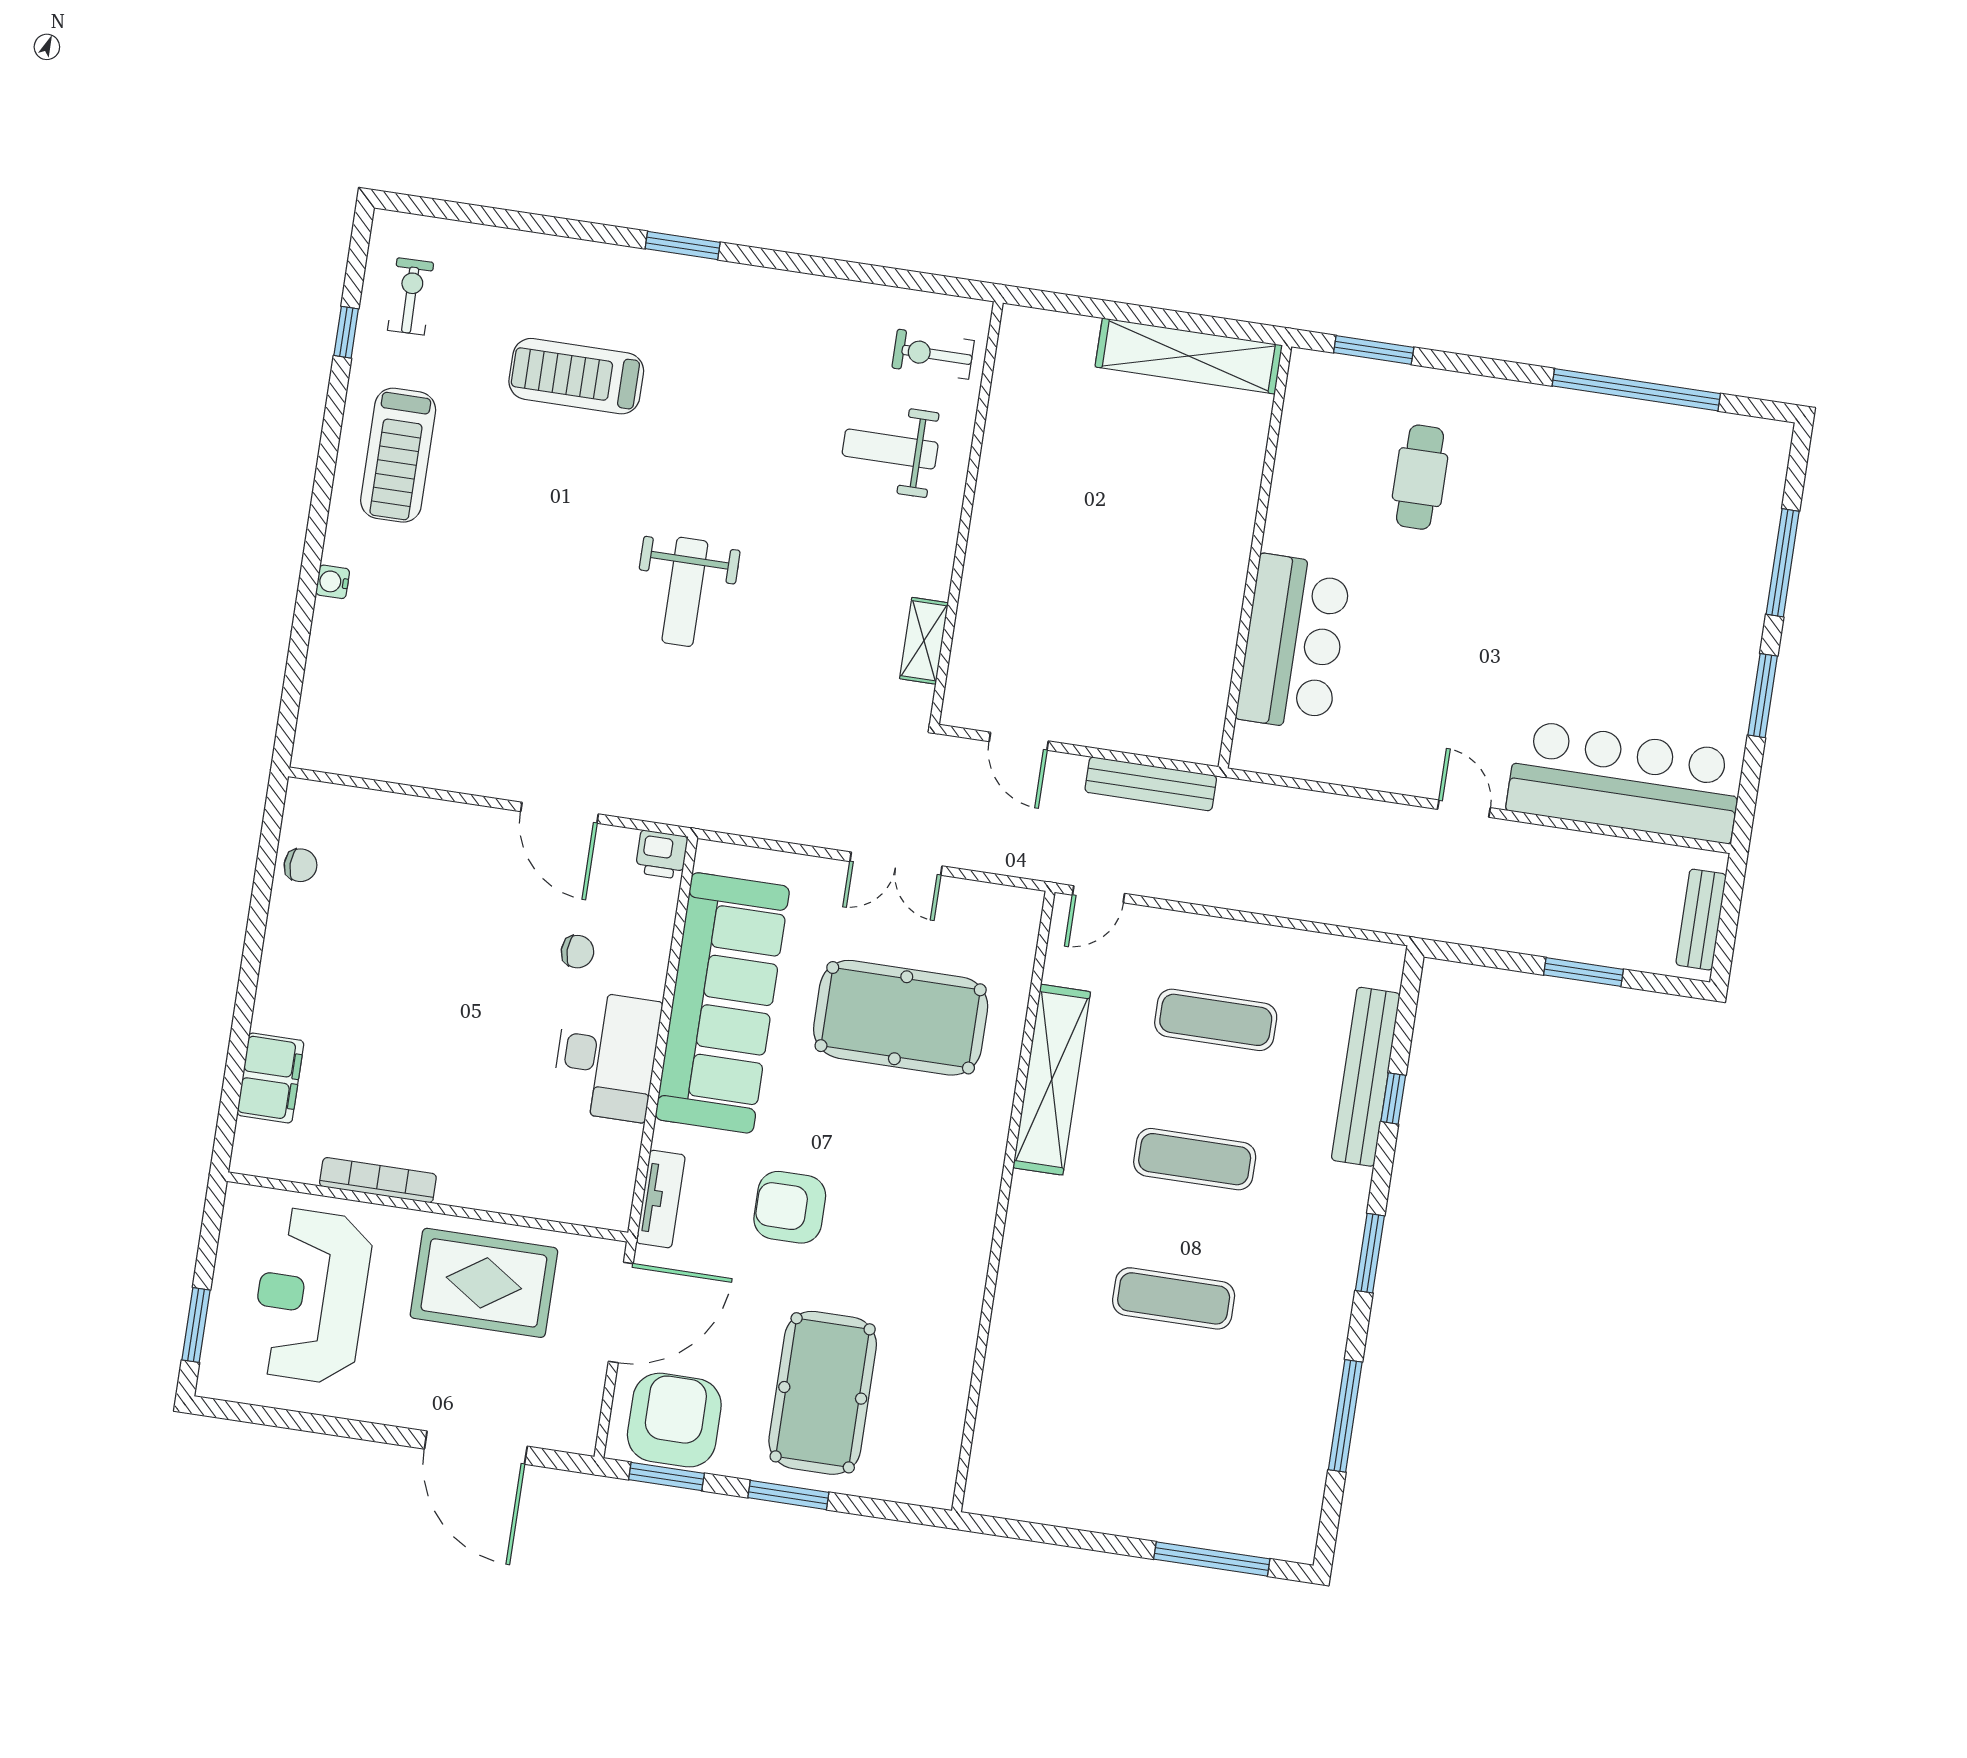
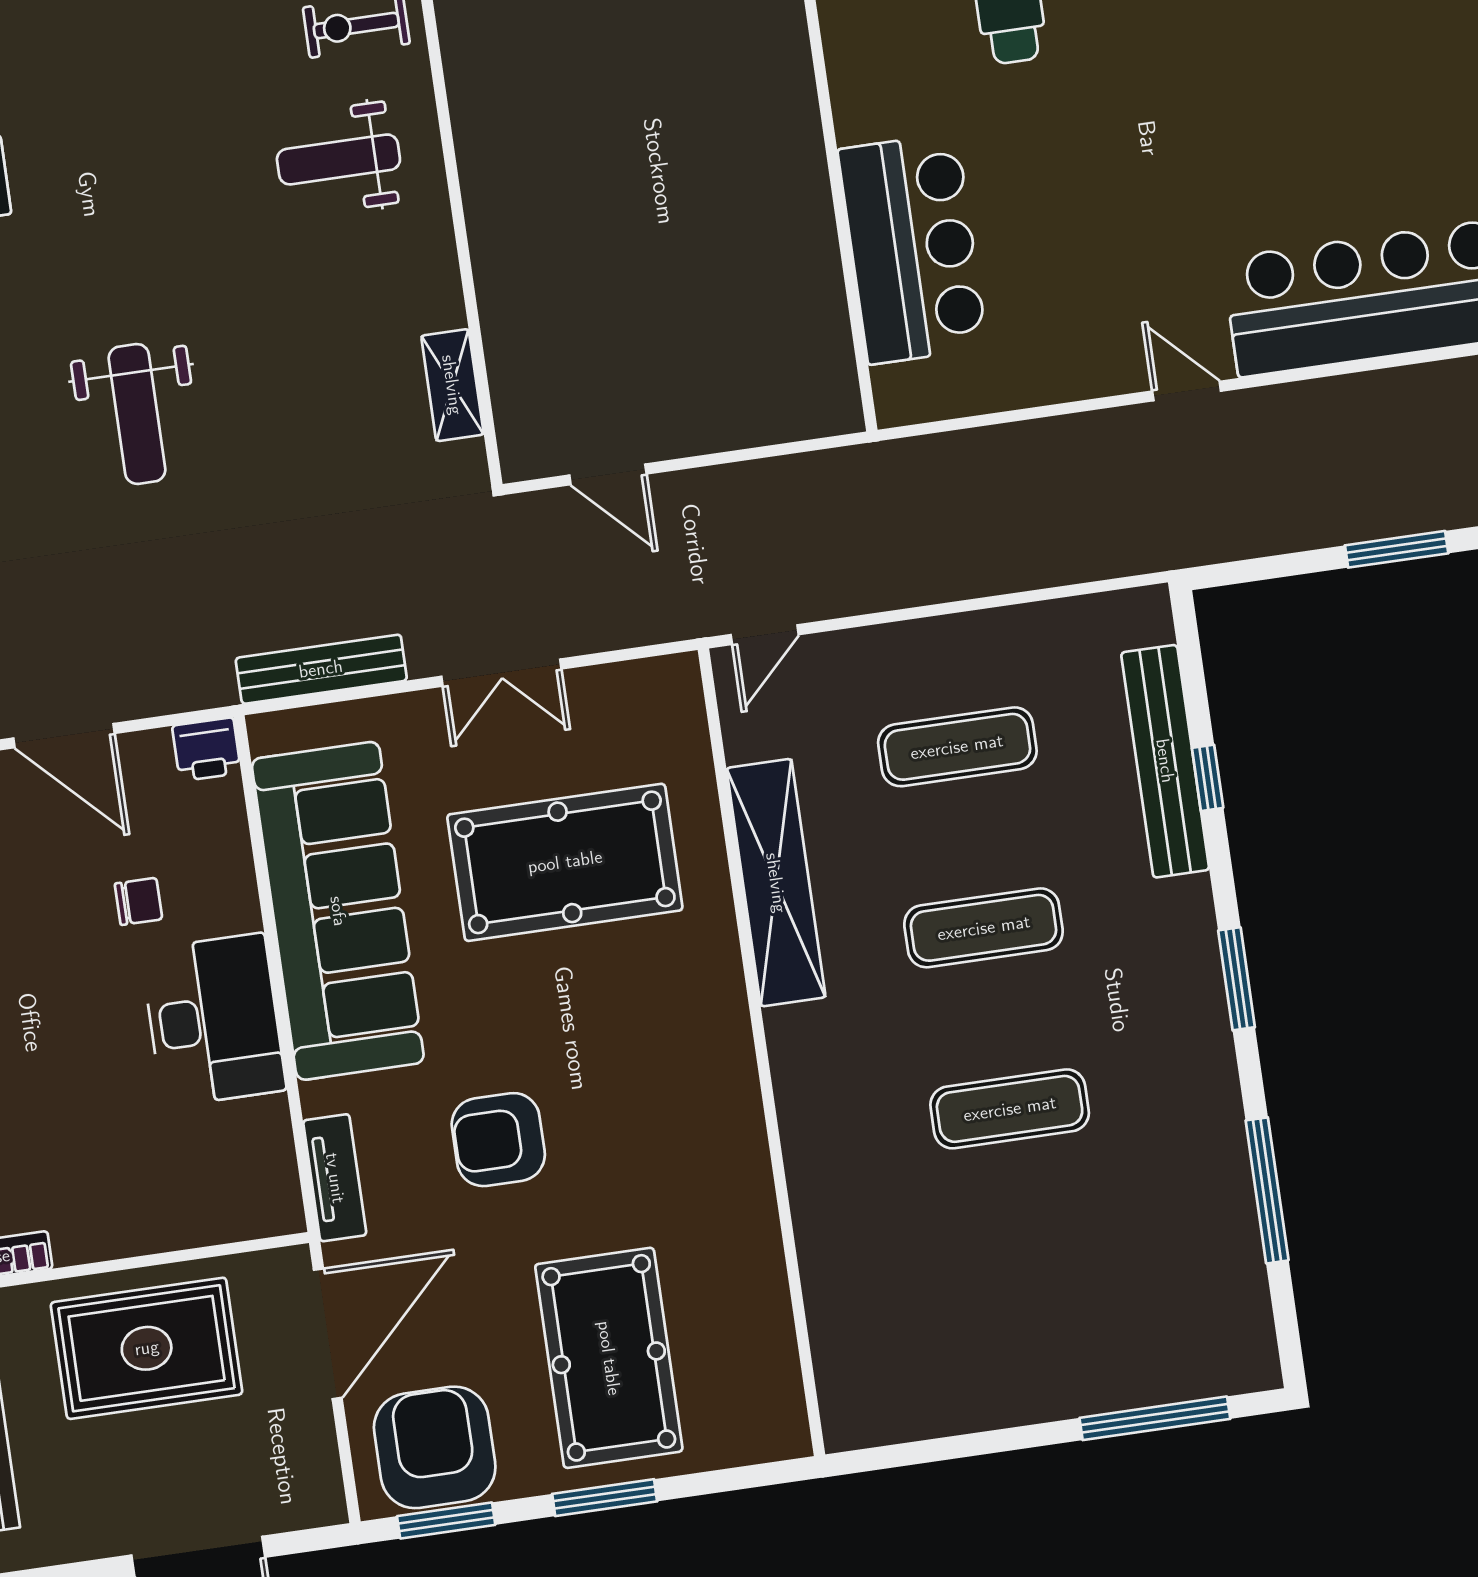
bench: (1151, 784) -> (321, 669), moved

